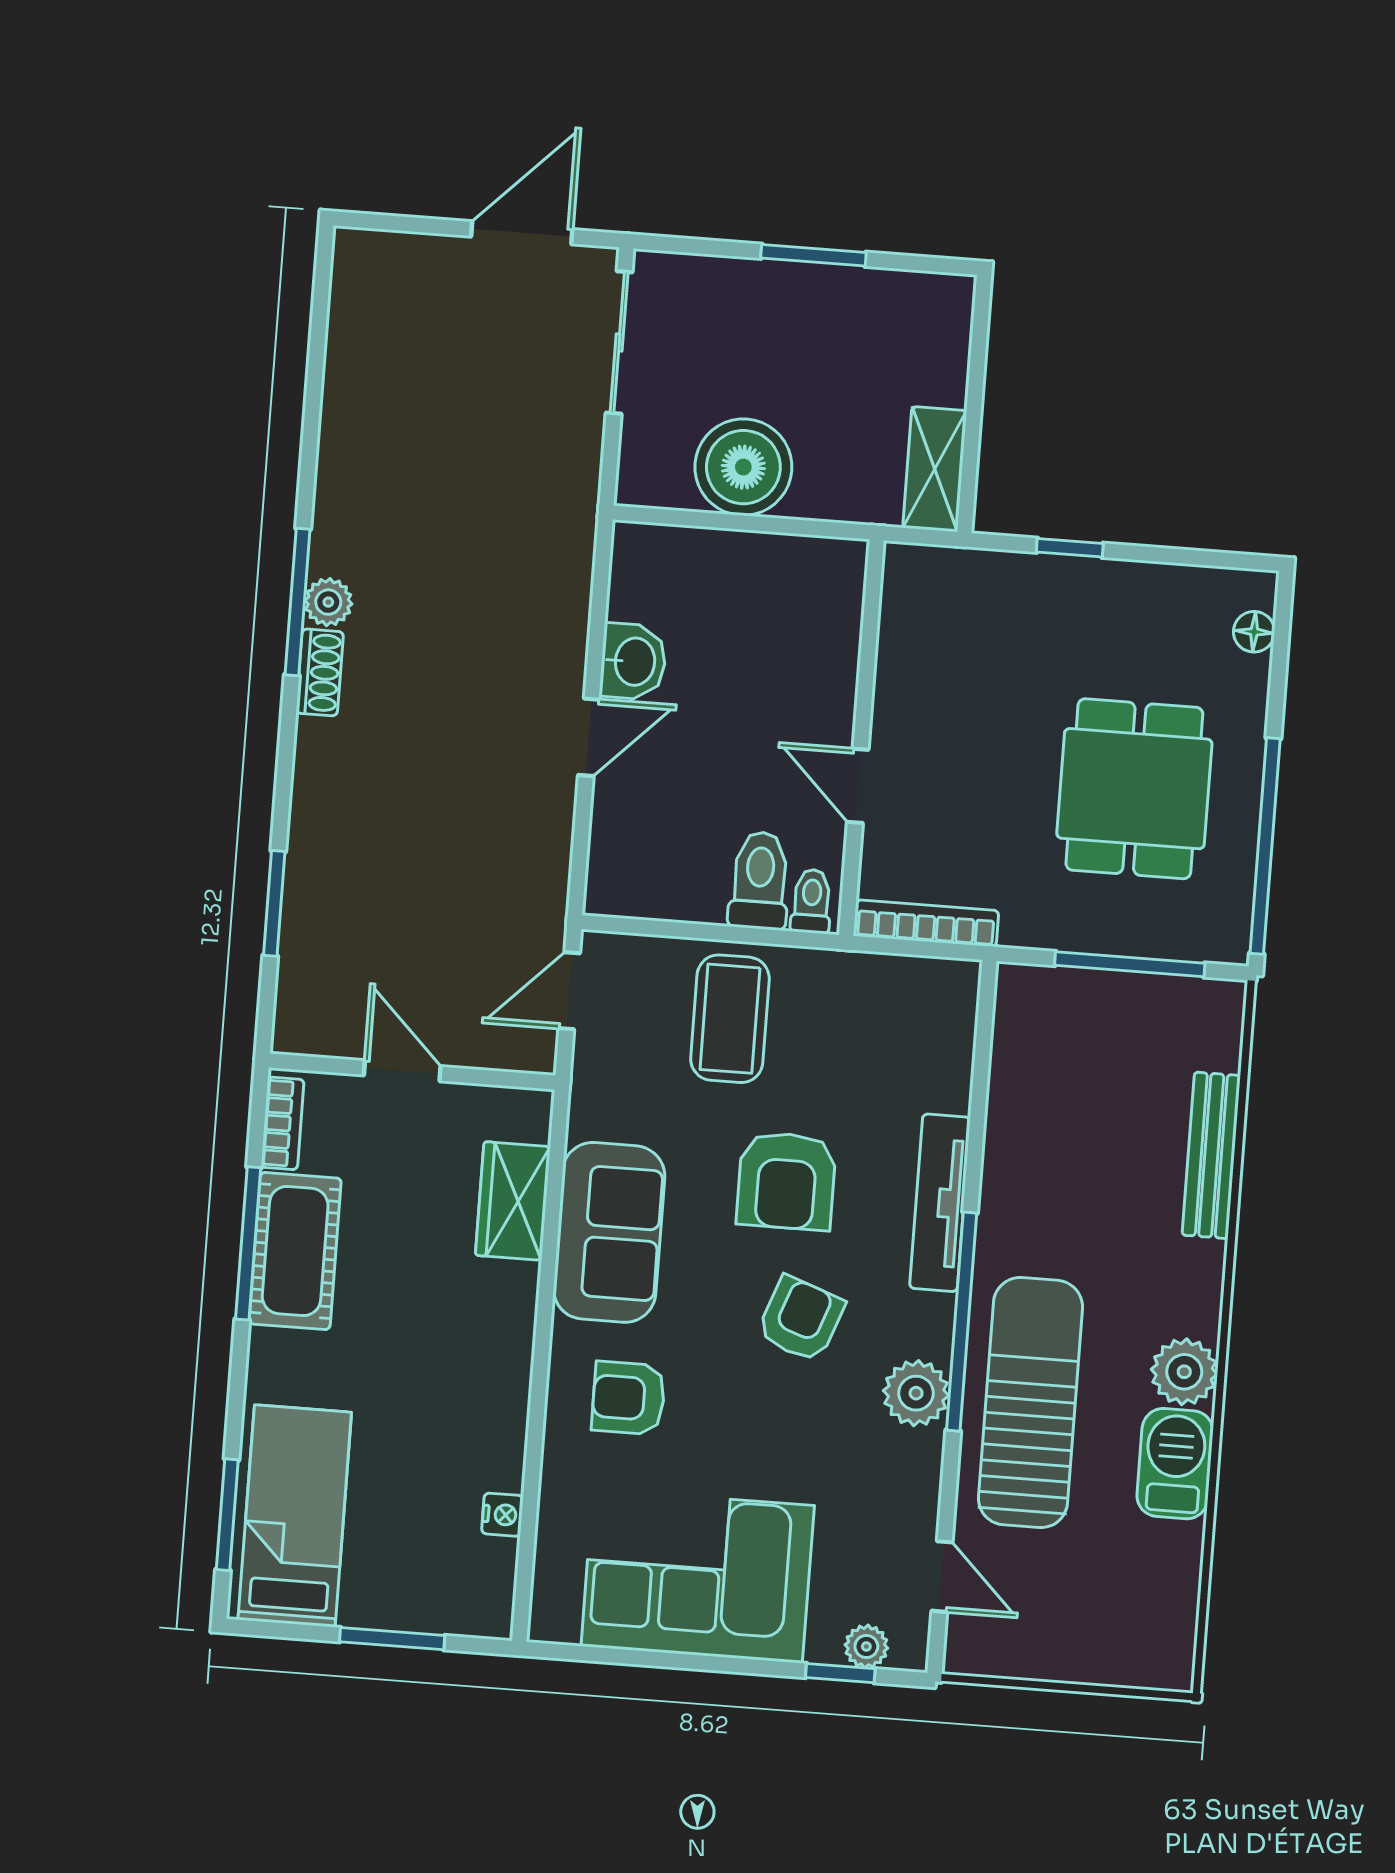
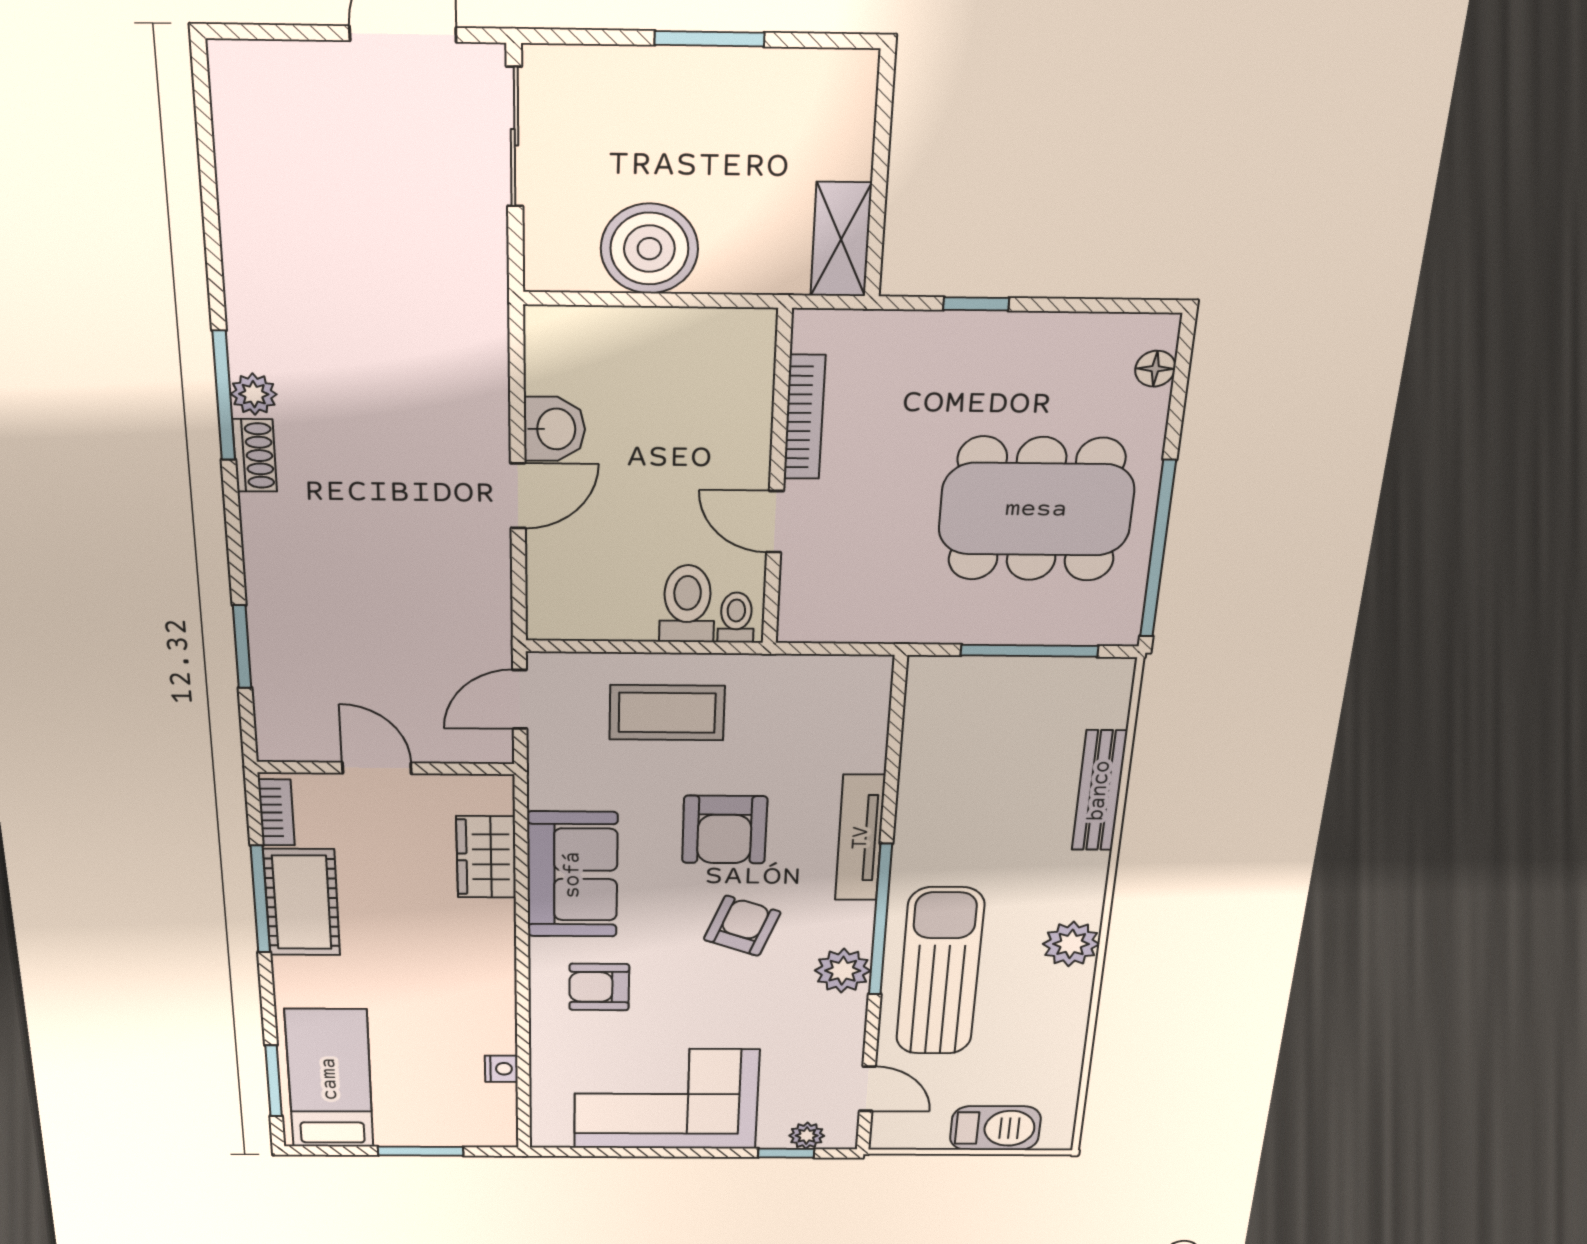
dining table: (1134, 789) -> (1036, 509), width x1.37
bookcase: (926, 923) -> (804, 417), moved, turned 90
coffee table: (730, 1019) -> (667, 713), turned 90
barbecue: (1175, 1464) -> (995, 1128), moved, turned 90

